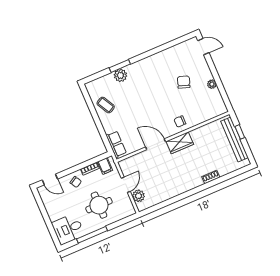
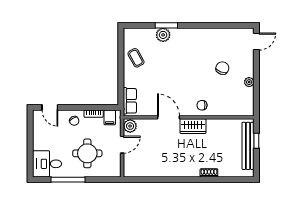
door: (203, 47) -> (256, 42), hinge flipped
plant: (139, 196) -> (130, 126), moved

